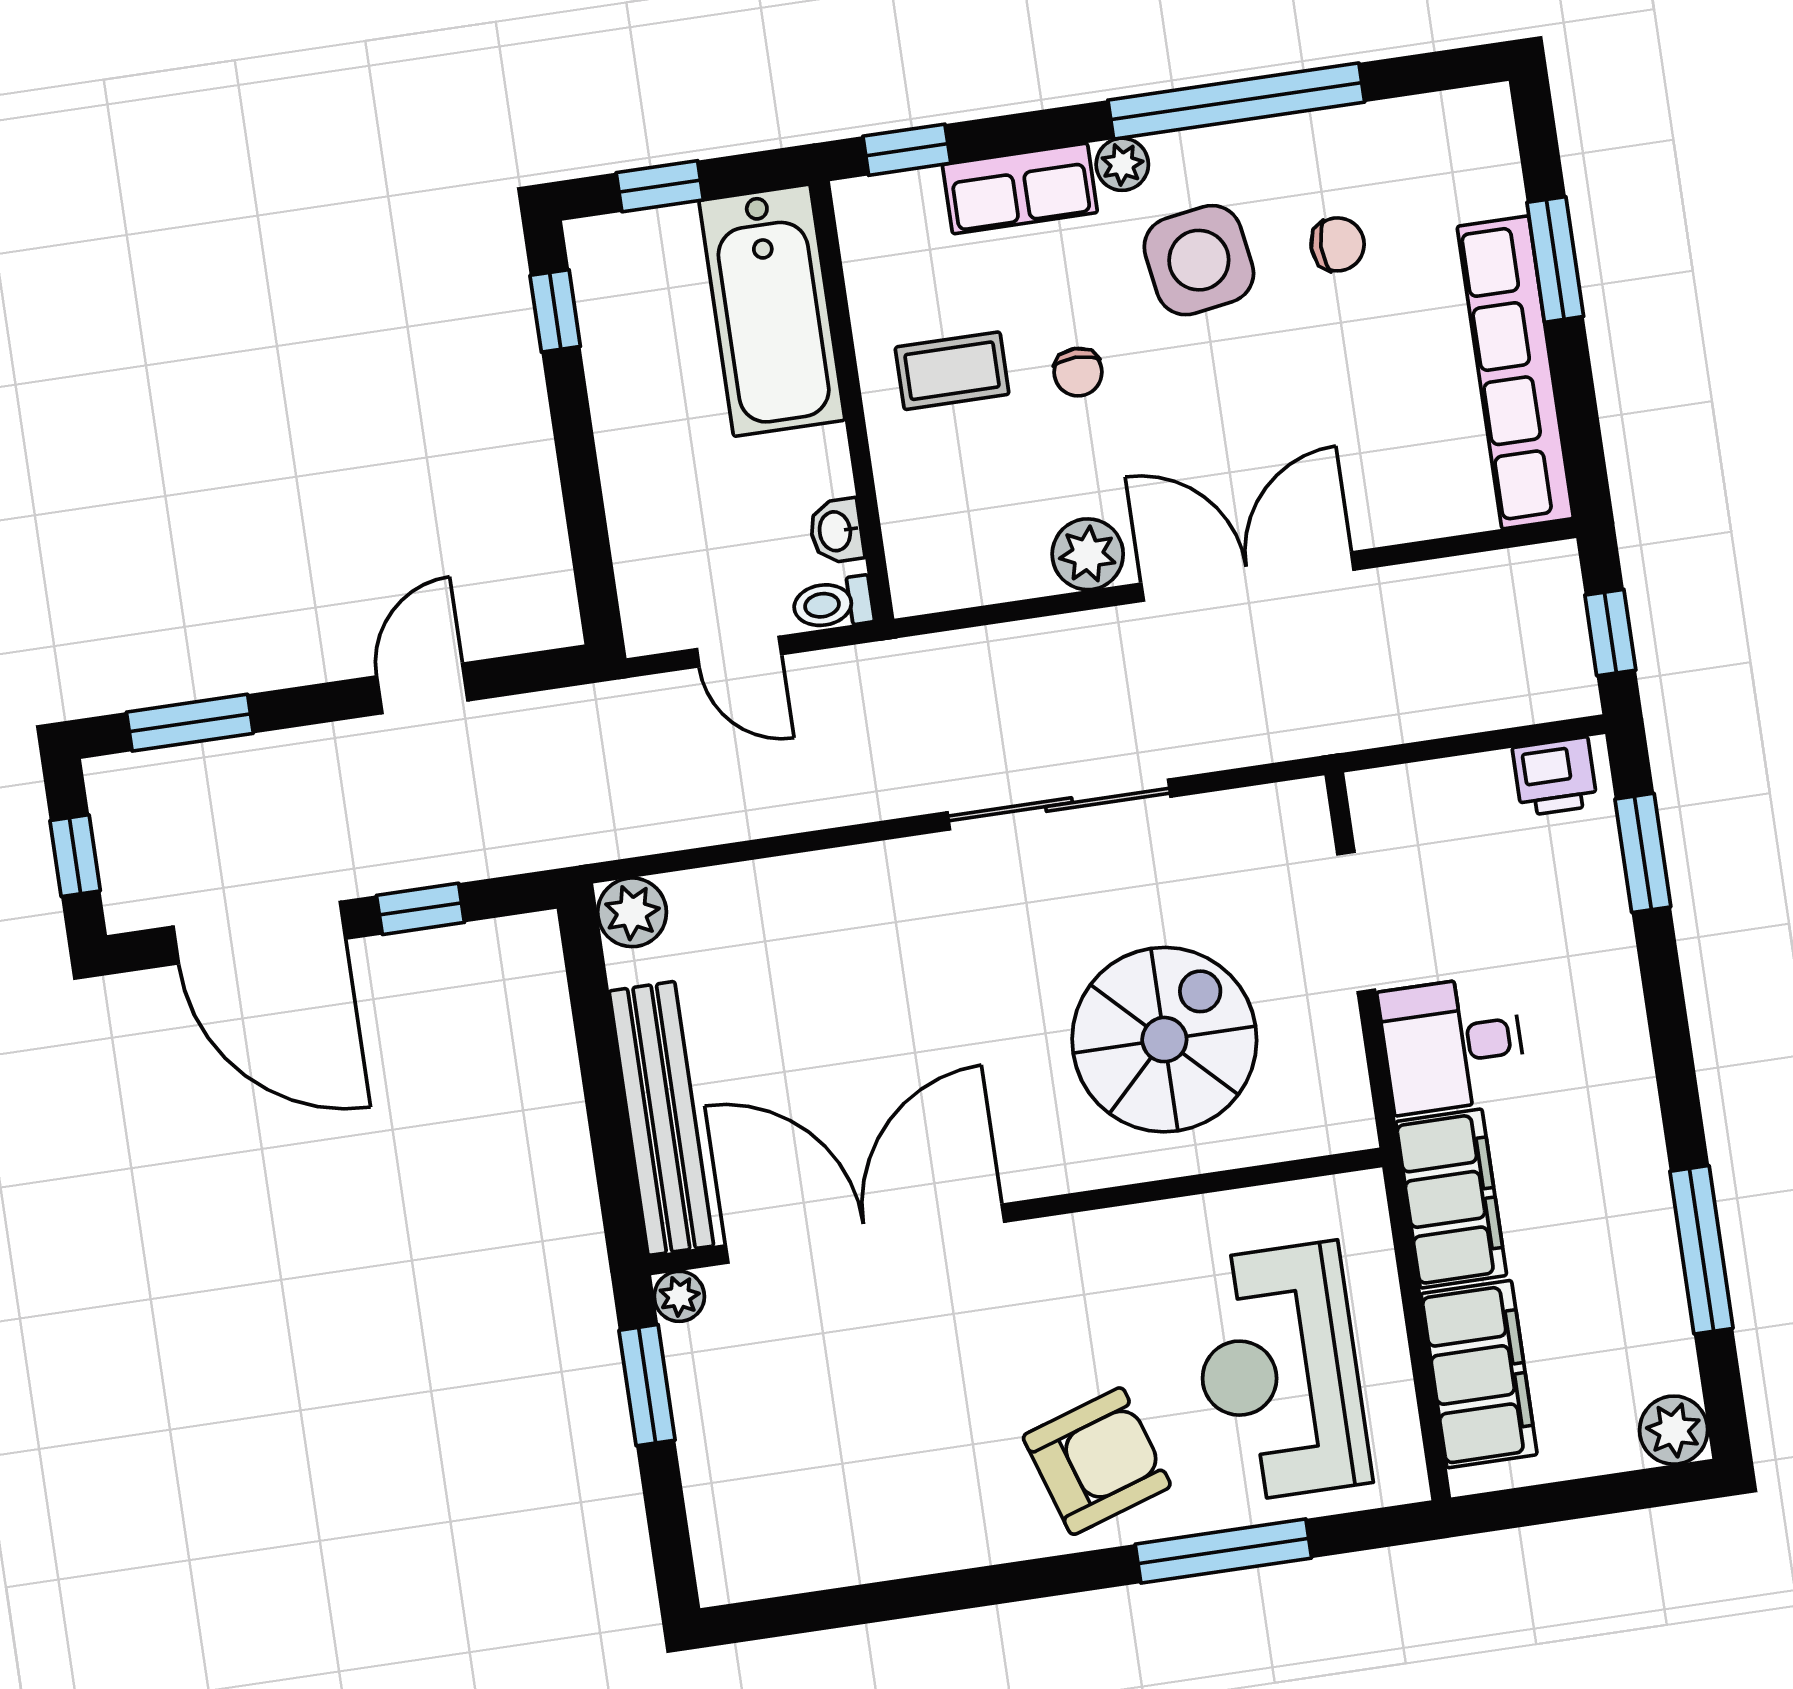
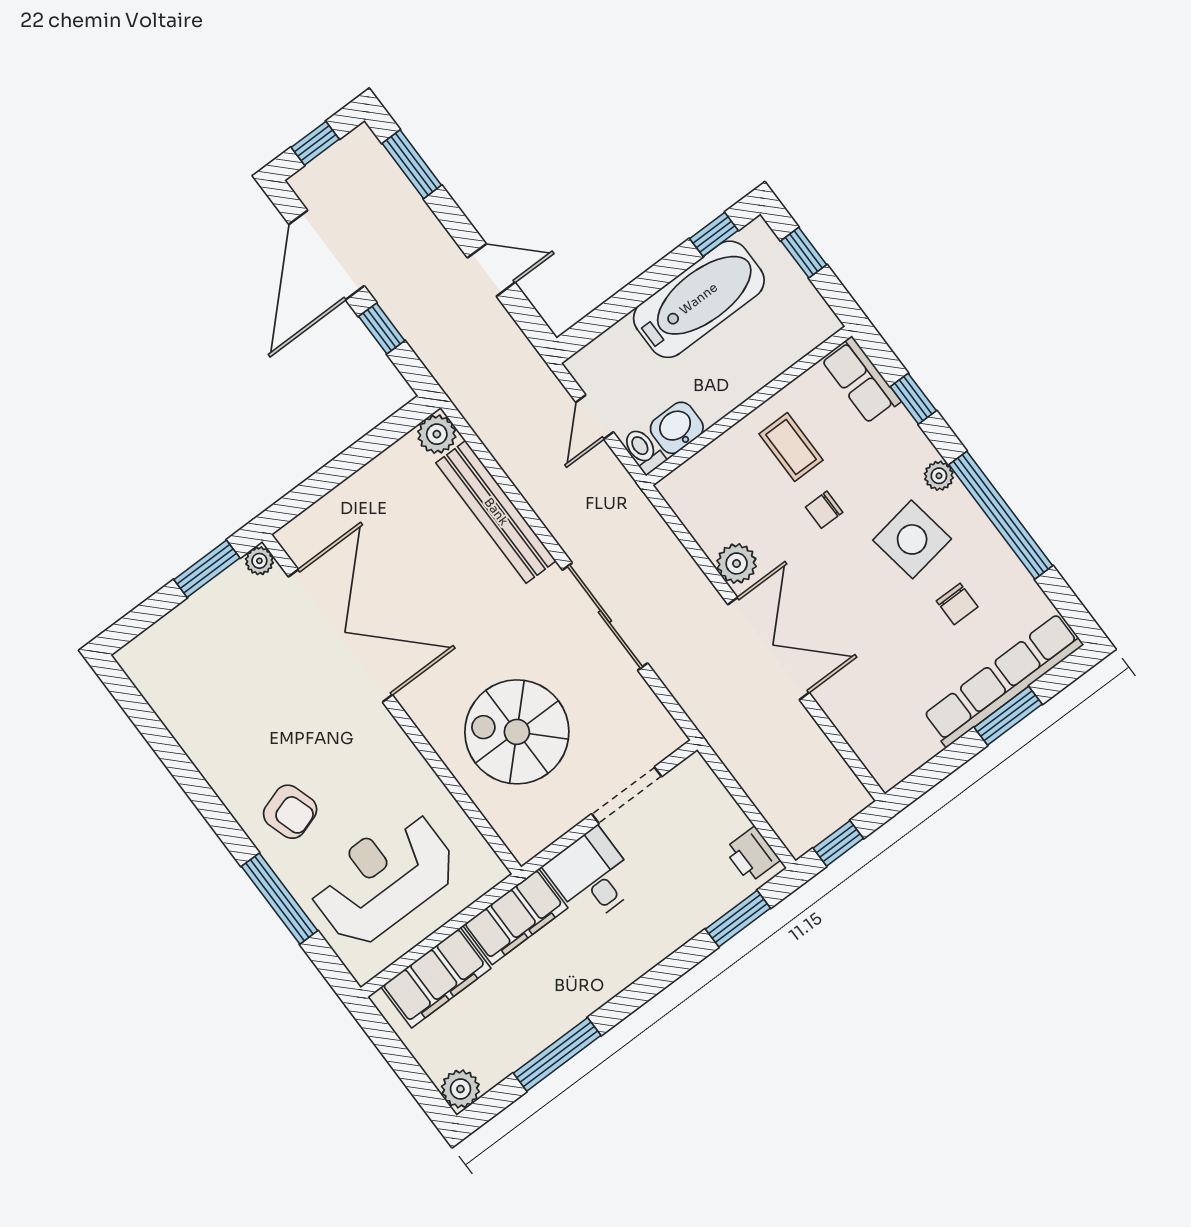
window: (907, 150) -> (913, 399), moved
row of seats: (1020, 189) -> (861, 380), moved
bathtub: (772, 310) -> (699, 299), moved, turned 180
row of seats: (1515, 372) -> (1003, 680), moved
washbasin: (836, 531) -> (677, 428), width x1.38, depth x1.45
spiral stairs: (1164, 1040) -> (517, 732), turned 180
bench: (661, 1118) -> (496, 512), moved, turned 90
armchair: (1097, 1461) -> (290, 812), width x0.72, depth x0.72

